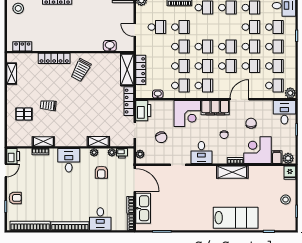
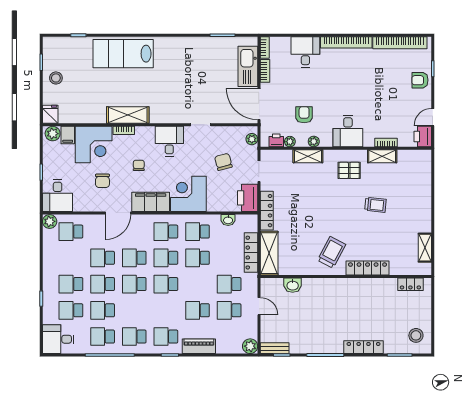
school desk: (180, 47) -> (229, 284), moved
school desk: (274, 66) -> (71, 258), removed
pallet: (24, 114) -> (349, 170), moved

